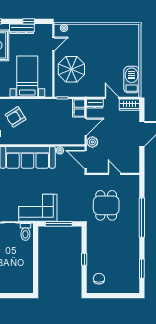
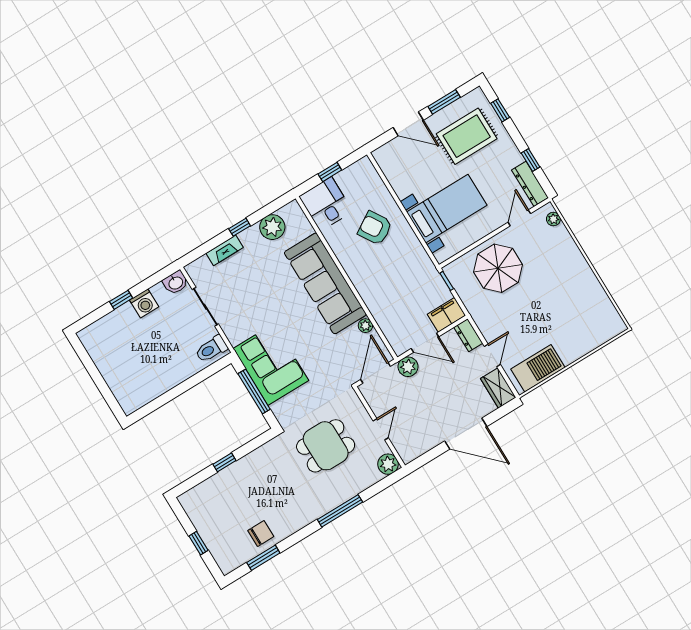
dresser: (22, 29) -> (530, 184), moved
door: (53, 44) -> (519, 218), swing flipped
plant: (134, 181) -> (388, 464), added
corner sofa: (38, 208) -> (271, 365), moved
window: (142, 218) -> (340, 511), width x0.68
chair: (99, 279) -> (261, 533), moved
window: (116, 296) -> (199, 543), added

